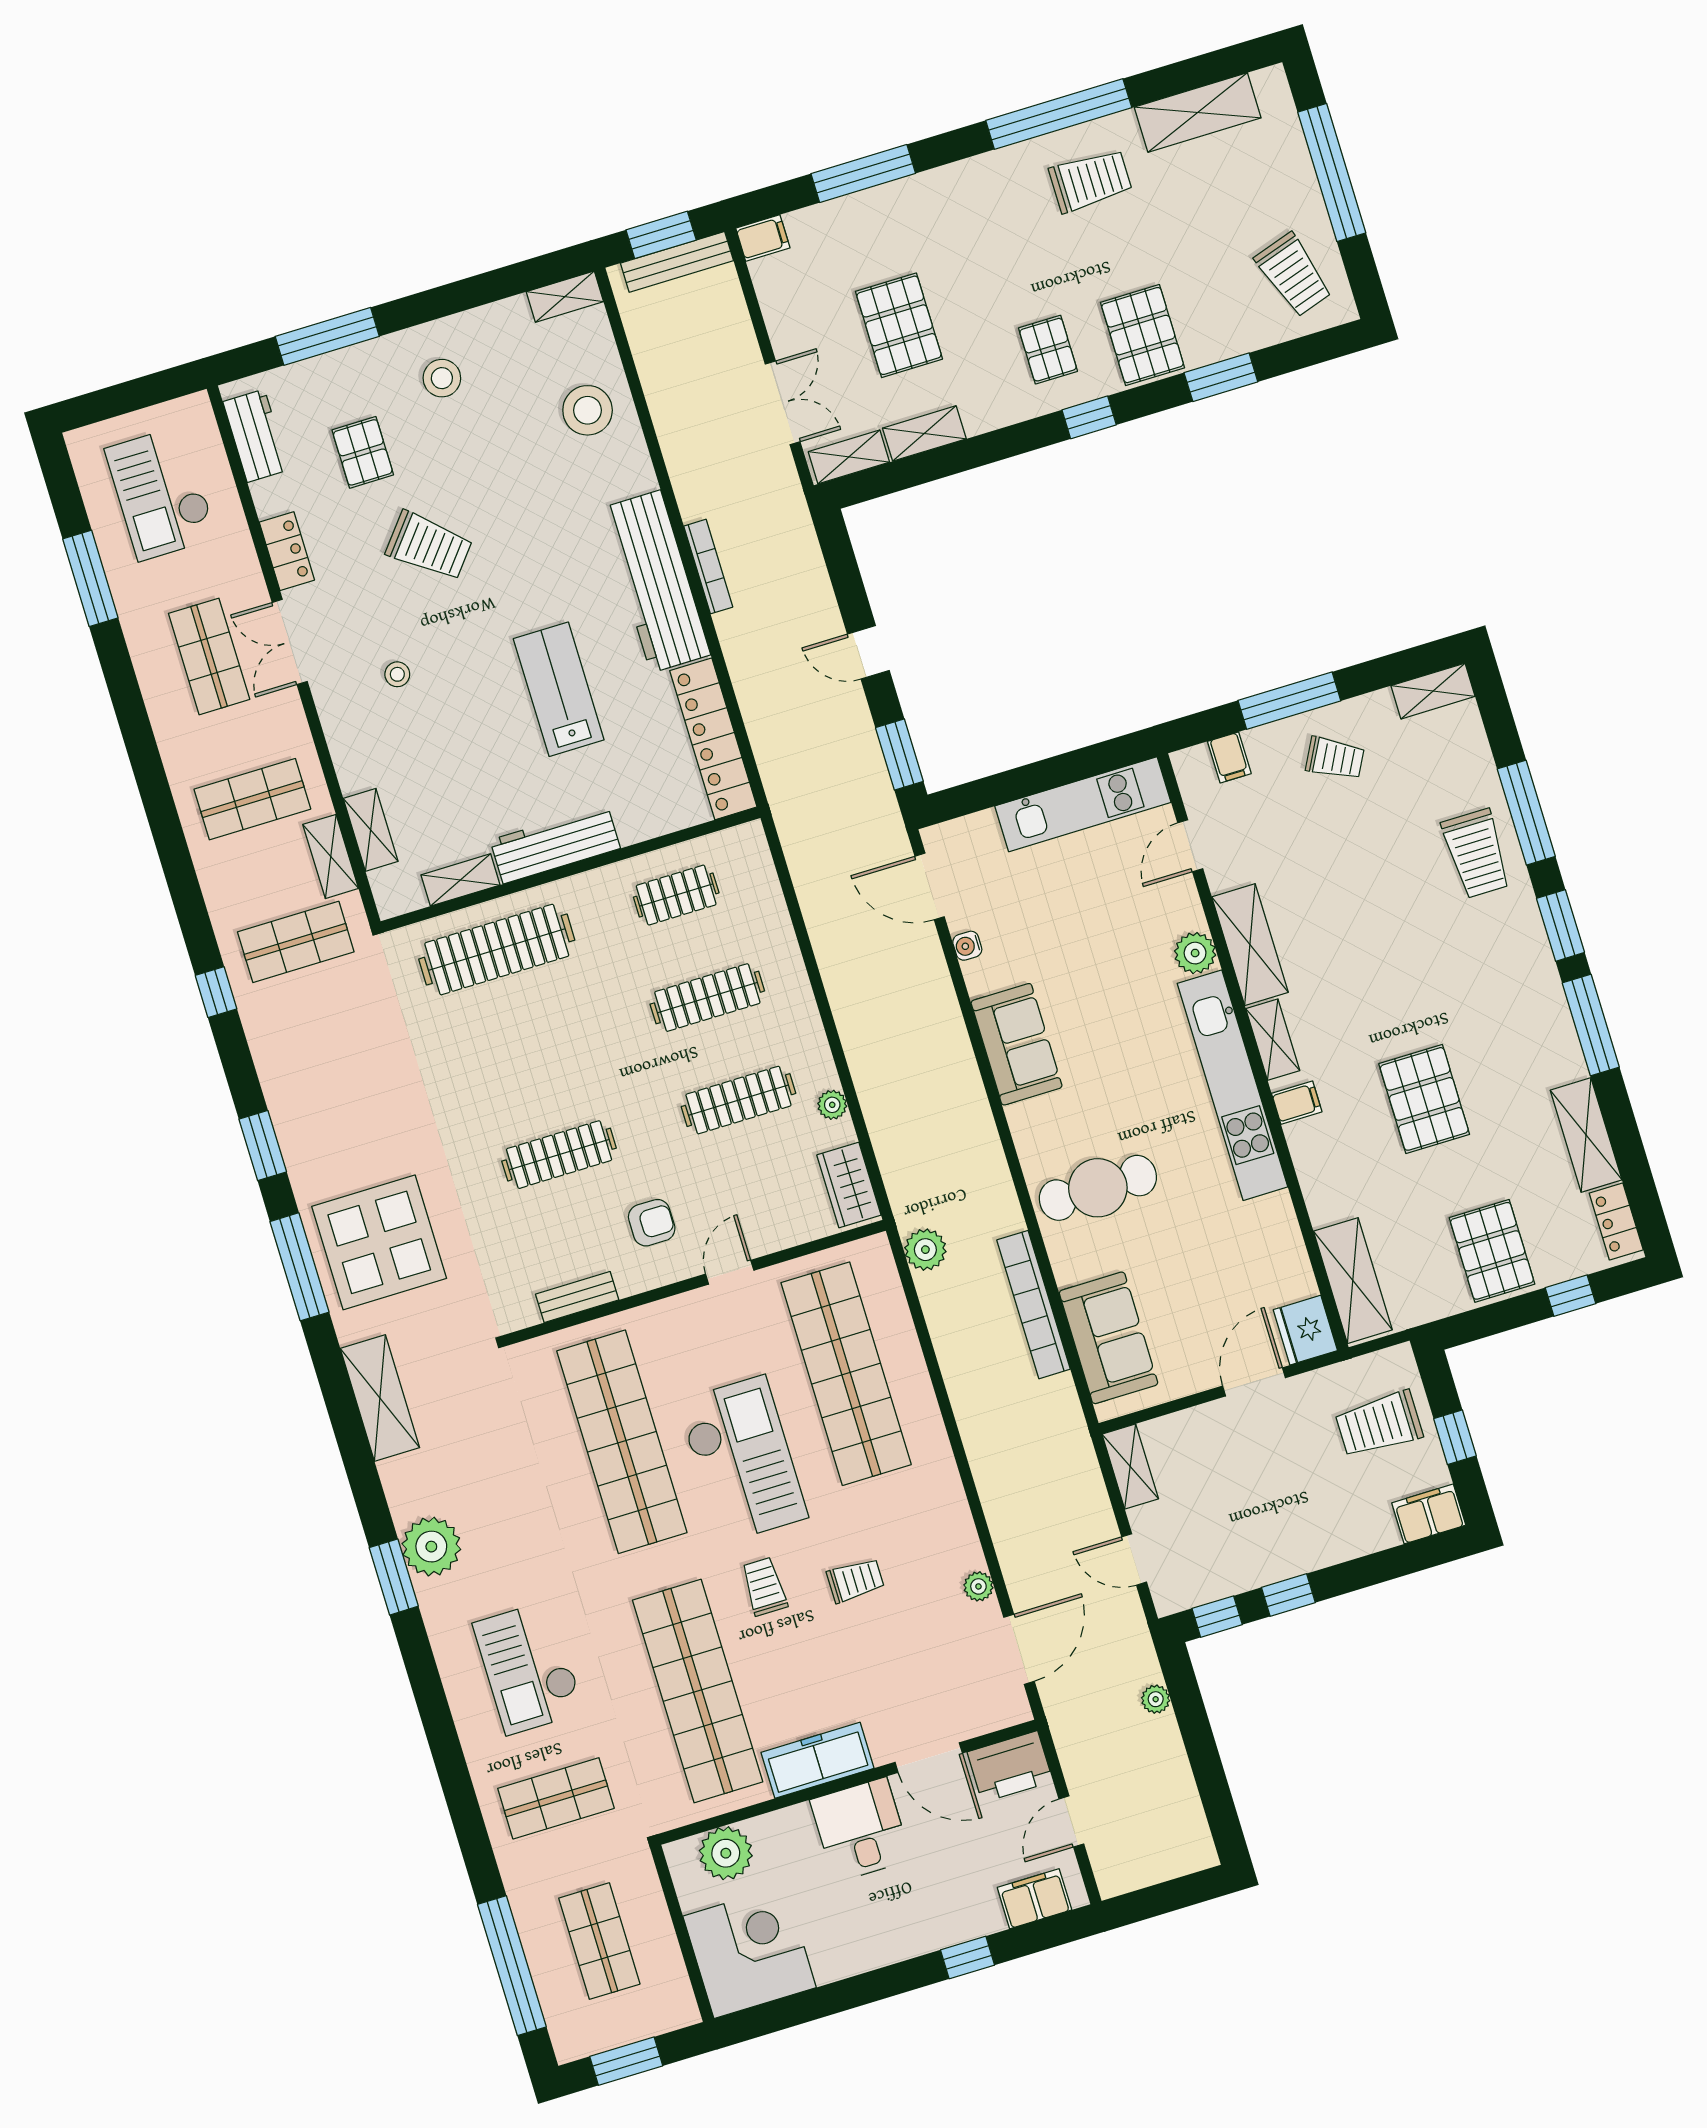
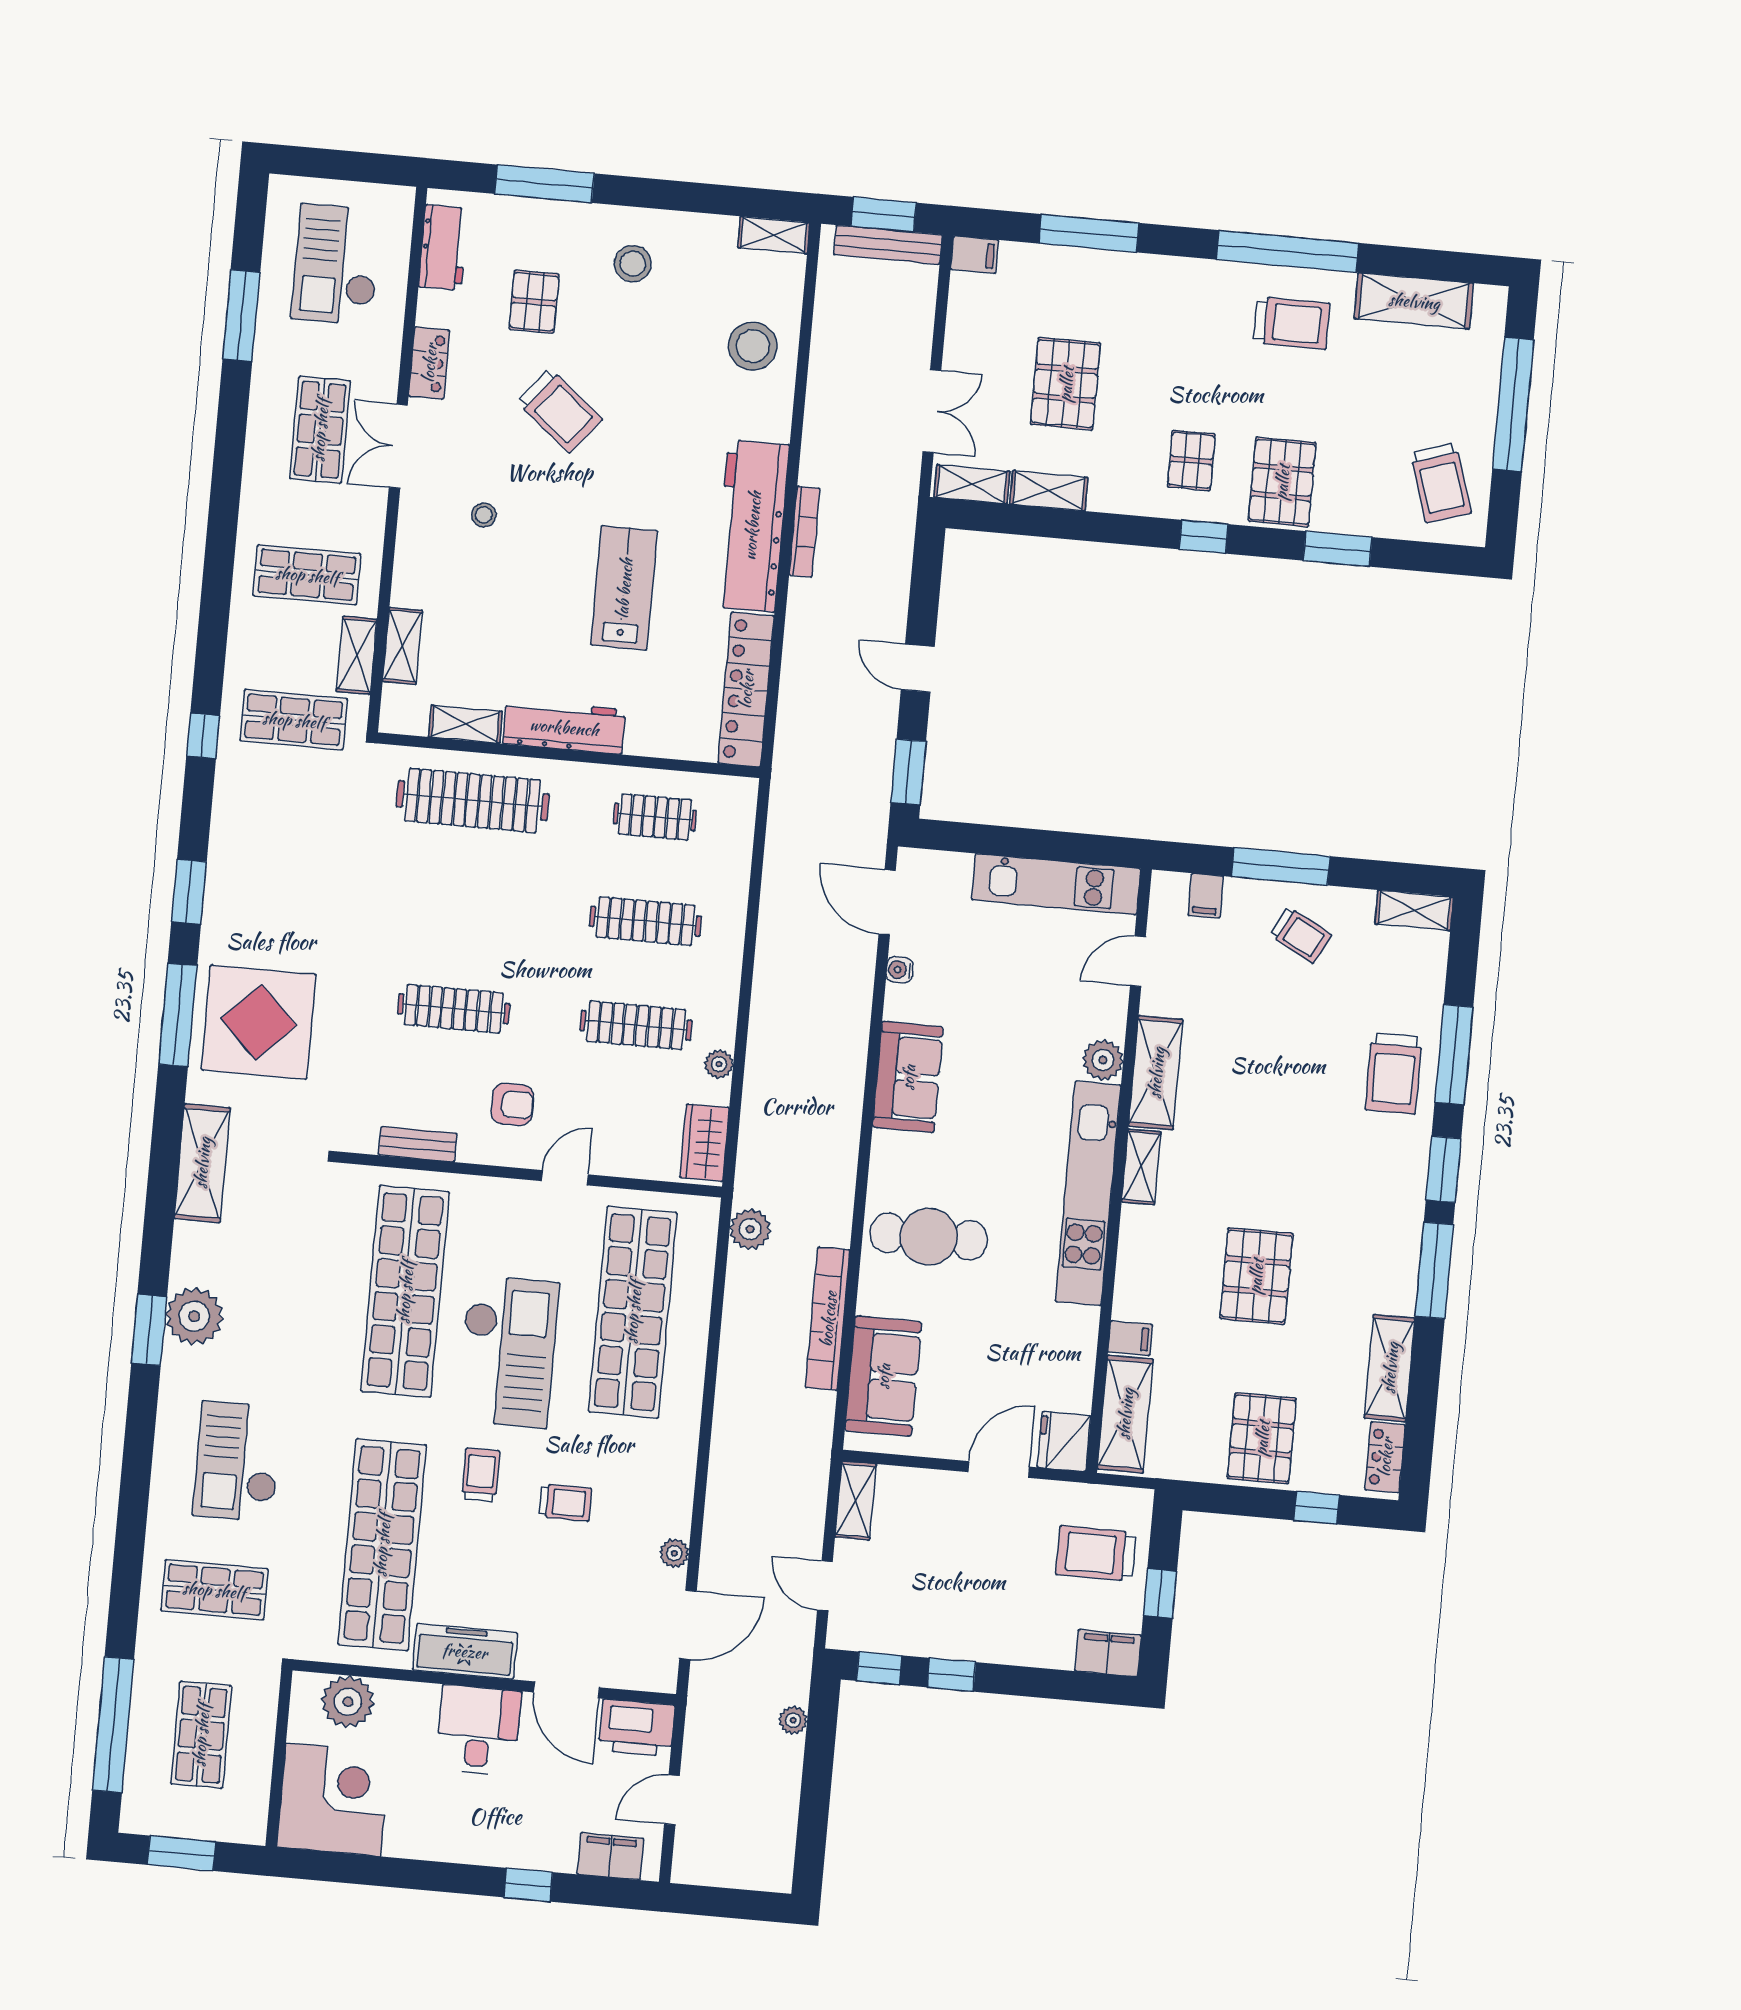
filing cabinet: (1297, 1103) -> (1130, 1338), moved

